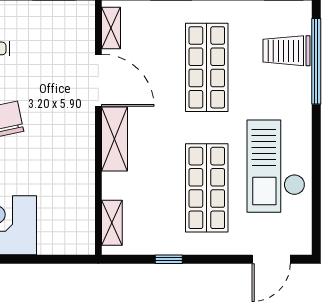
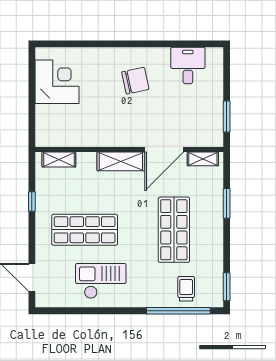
trolley: (286, 51) -> (186, 289), width x0.73, depth x0.72
shop shelf: (207, 67) -> (174, 230), turned 90
checkout: (276, 166) -> (101, 281), width x0.73, depth x0.83

